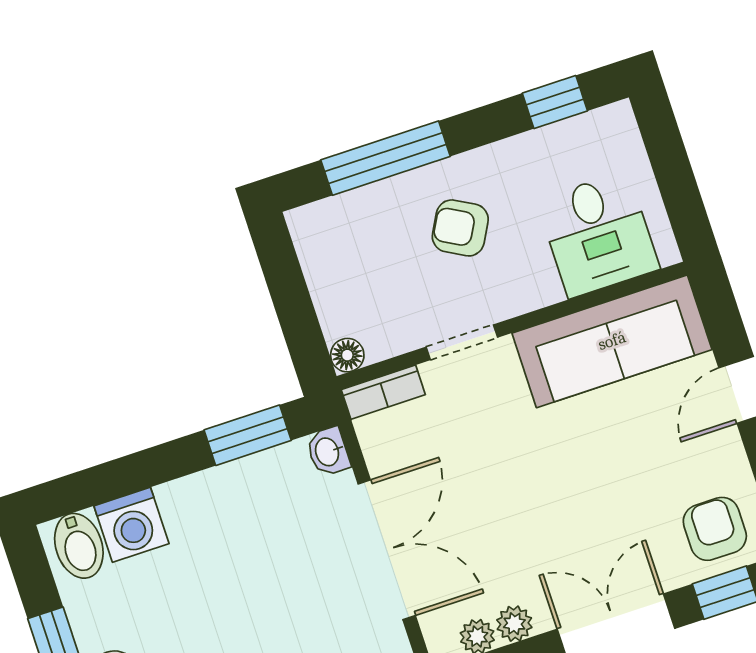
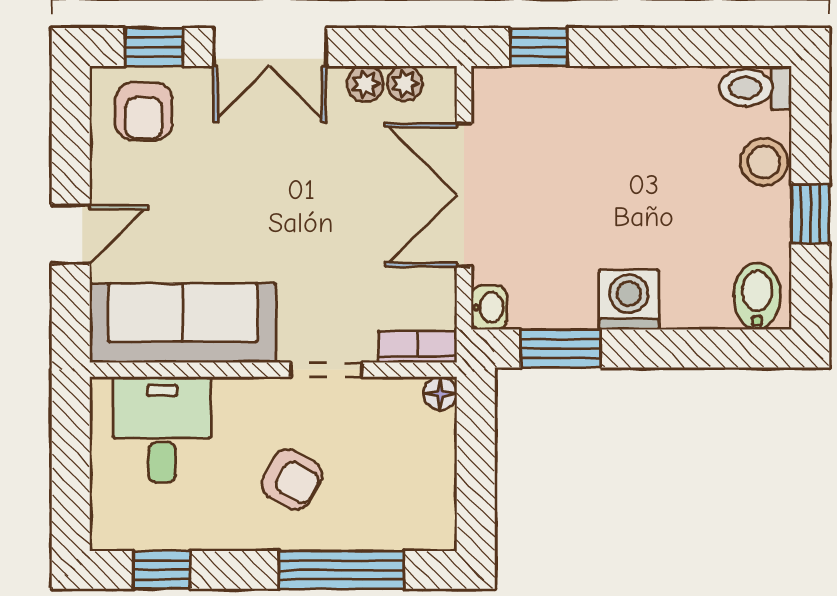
washing machine: (131, 525) -> (629, 300), moved

